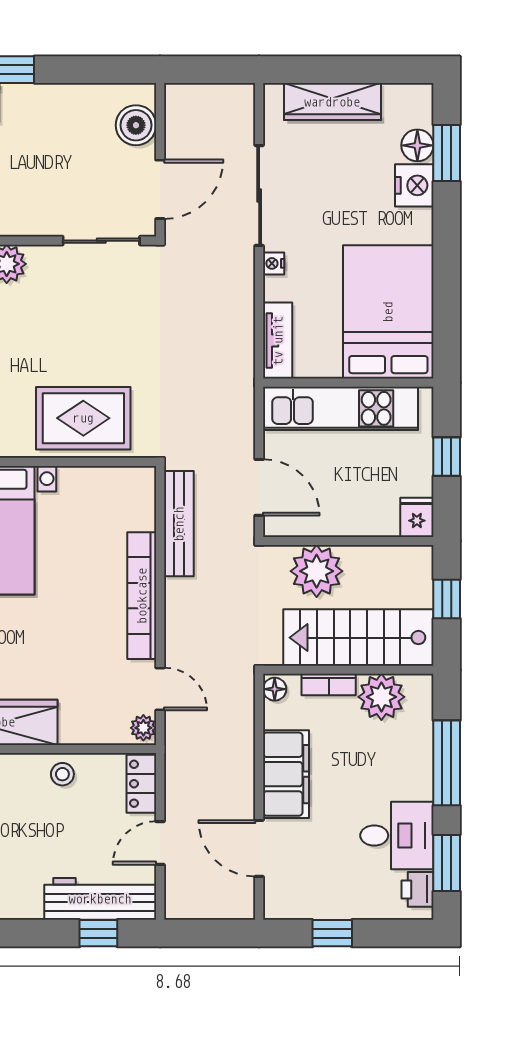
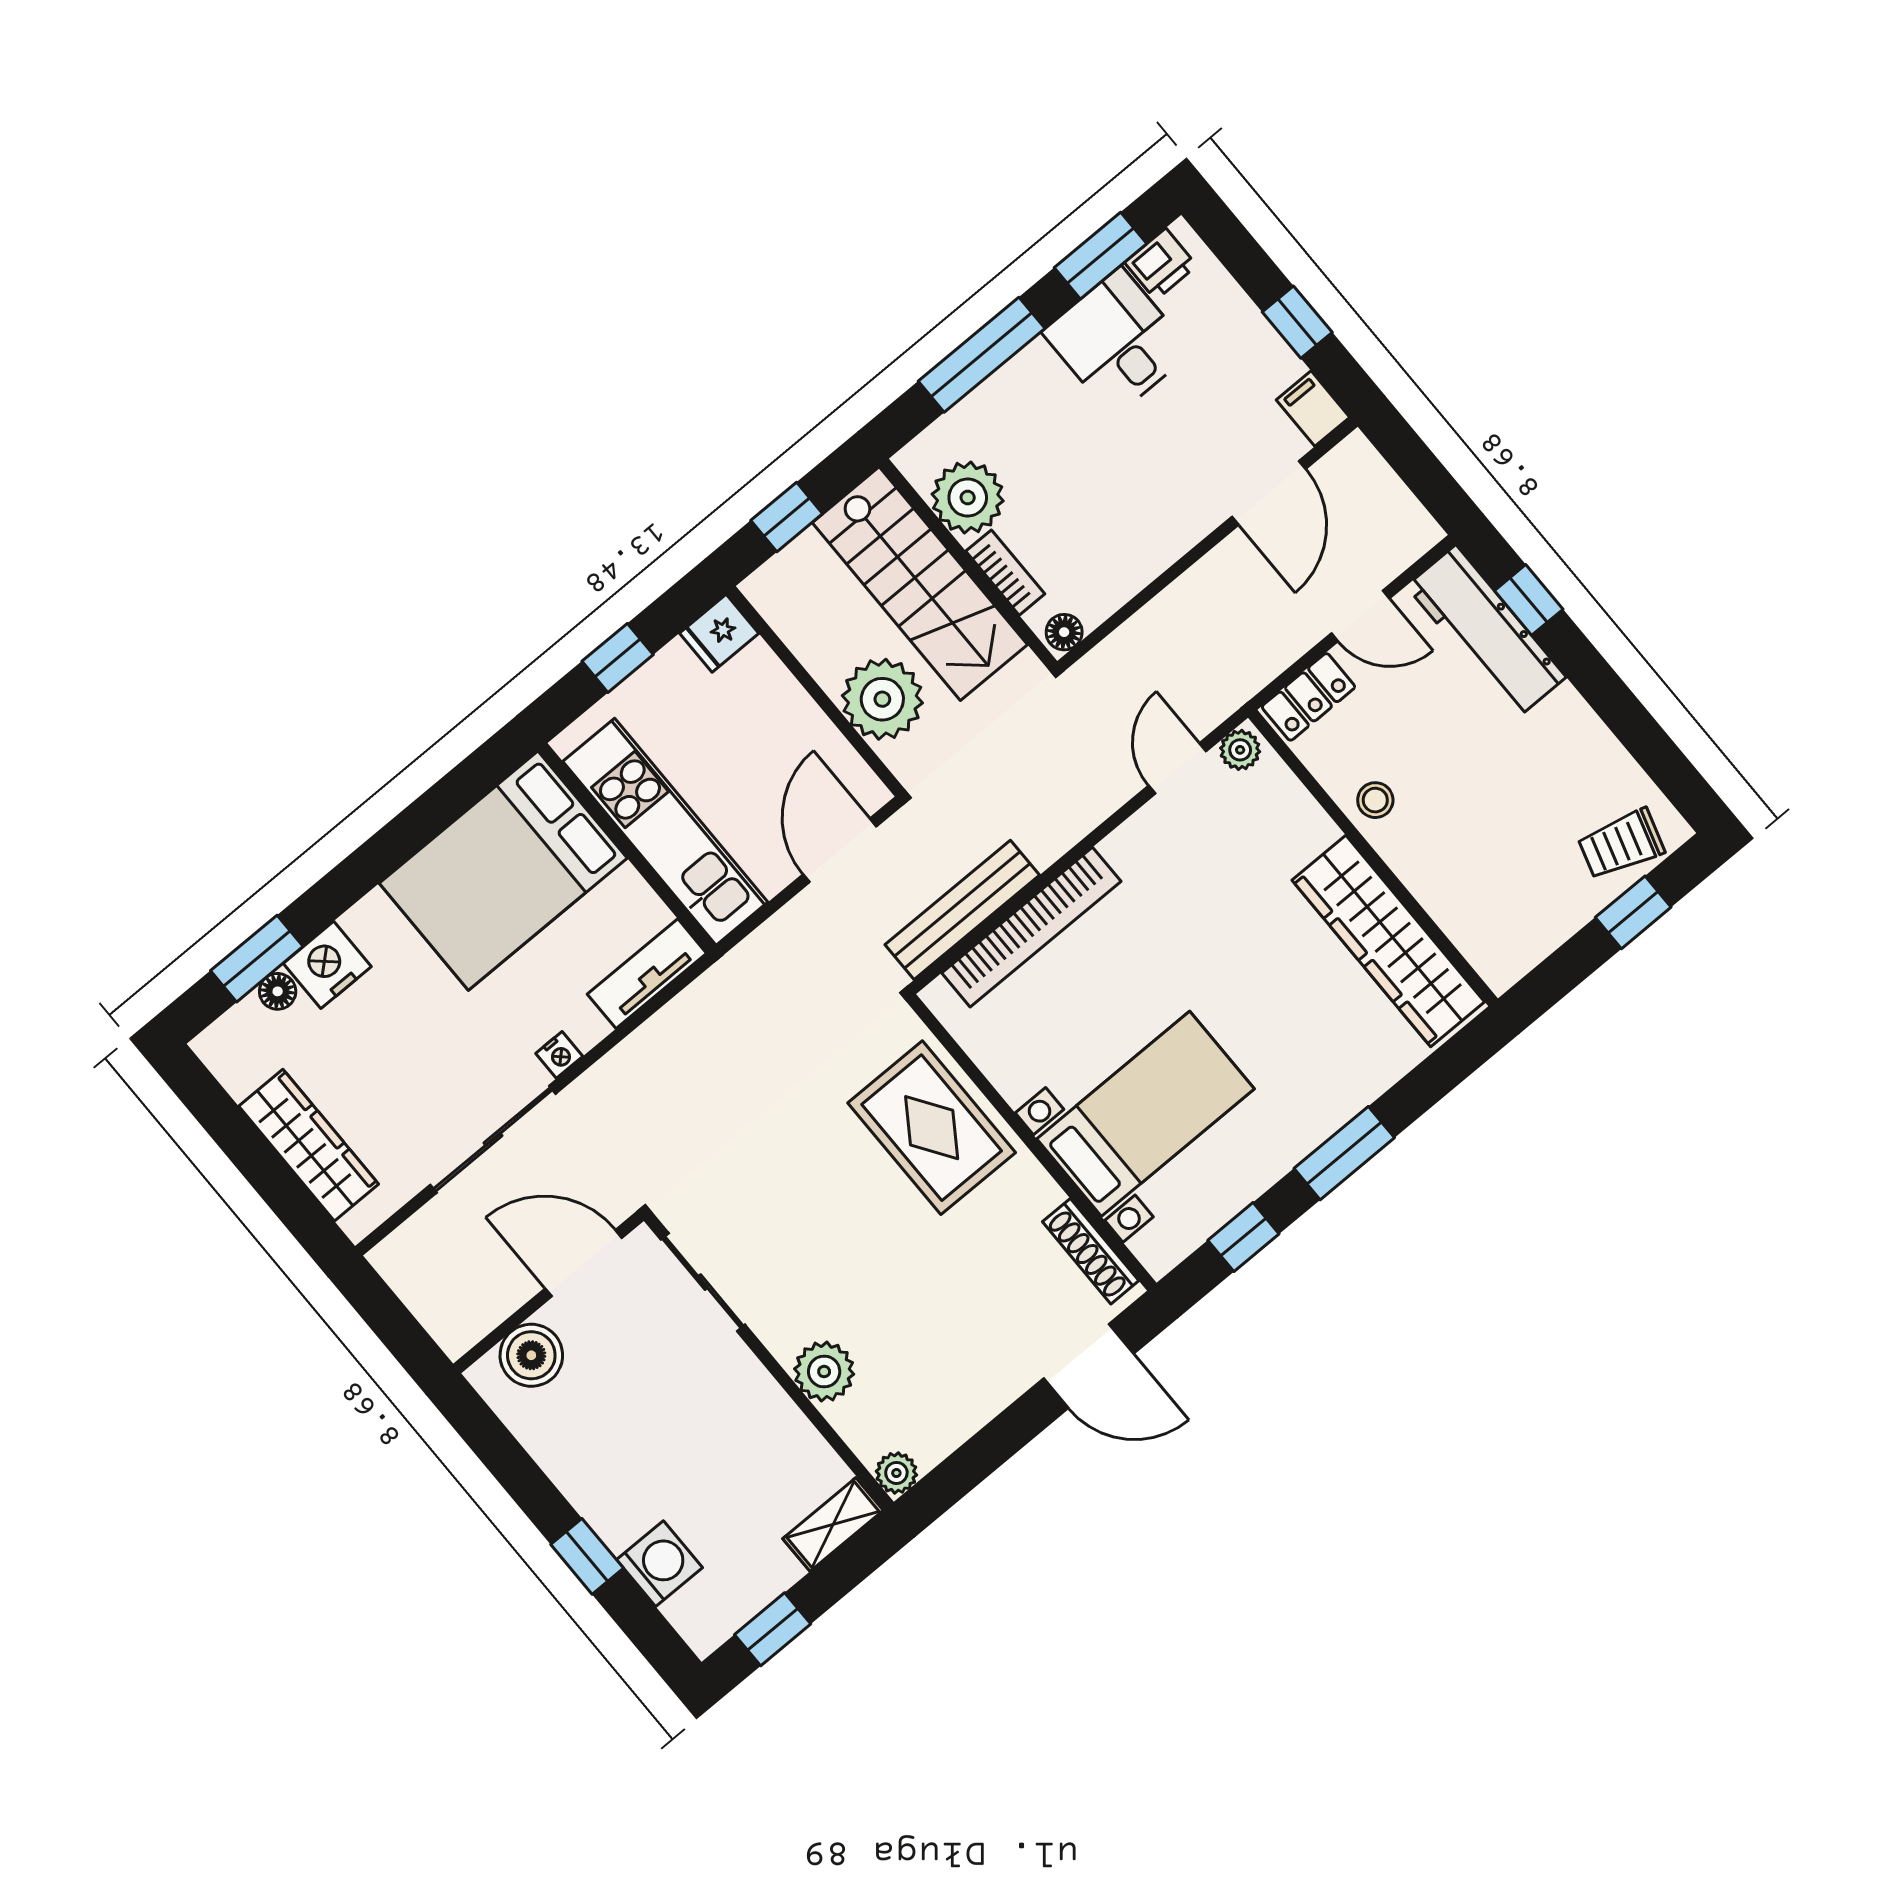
floor lamp: (417, 145) -> (278, 991), width x0.73, depth x0.73
bookcase: (142, 596) -> (1031, 927), moved
filing cabinet: (286, 774) -> (1313, 409), moved, width x0.33, depth x0.86

